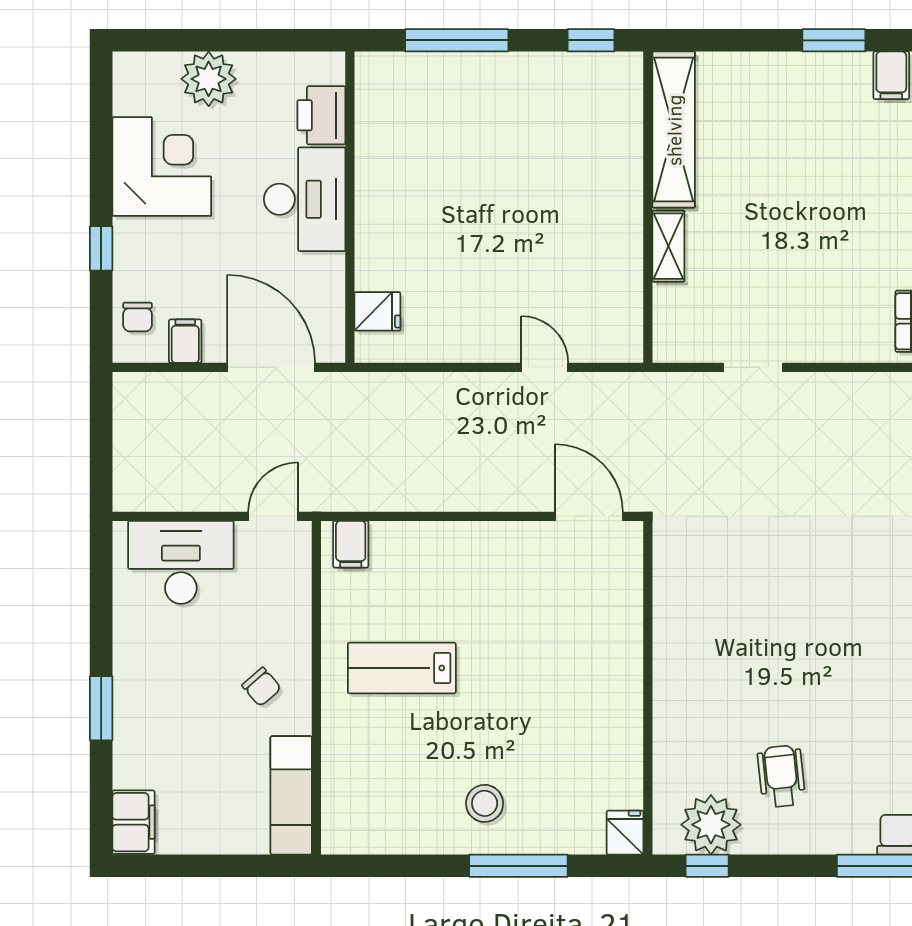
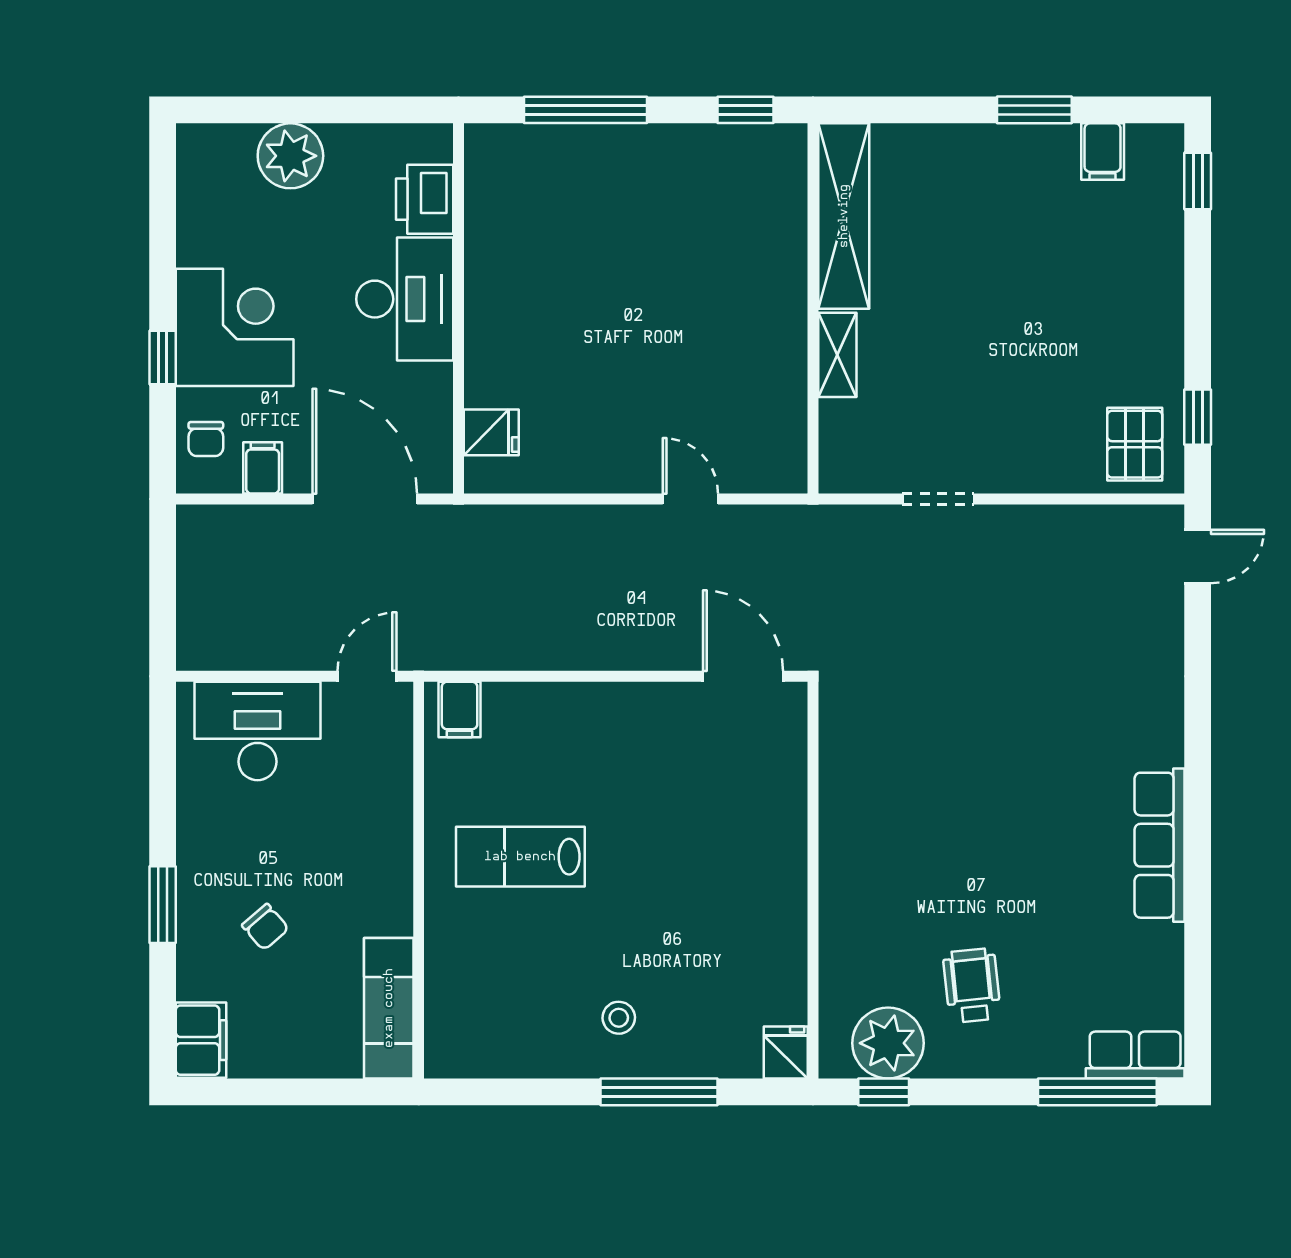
corner desk: (162, 167) -> (235, 327), moved
chair: (262, 687) -> (265, 927), moved
stool: (485, 803) -> (619, 1018), width x0.73, depth x0.73

